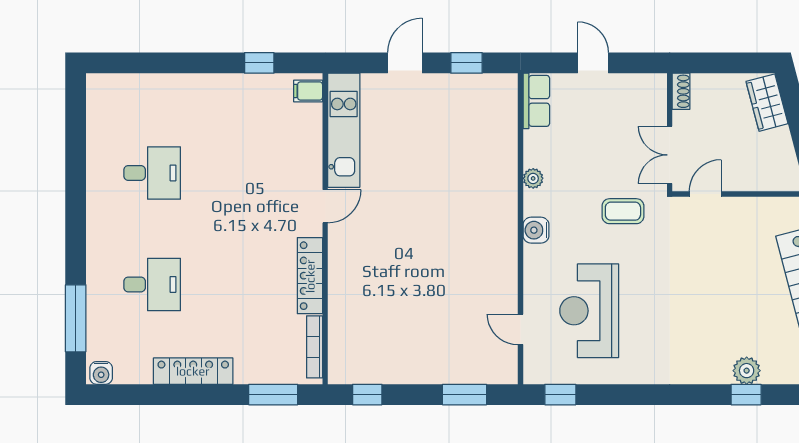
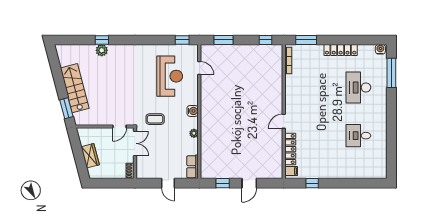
wardrobe: (767, 103) -> (90, 156), moved
kitchen unit: (344, 130) -> (276, 154), removed
locker: (310, 276) -> (290, 149), moved
desk: (152, 284) -> (358, 87), width x1.37

